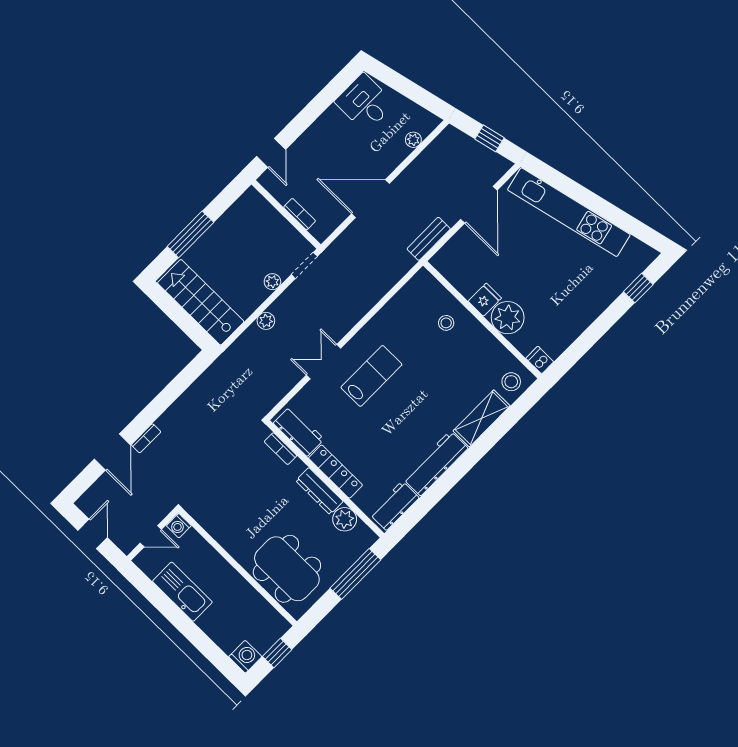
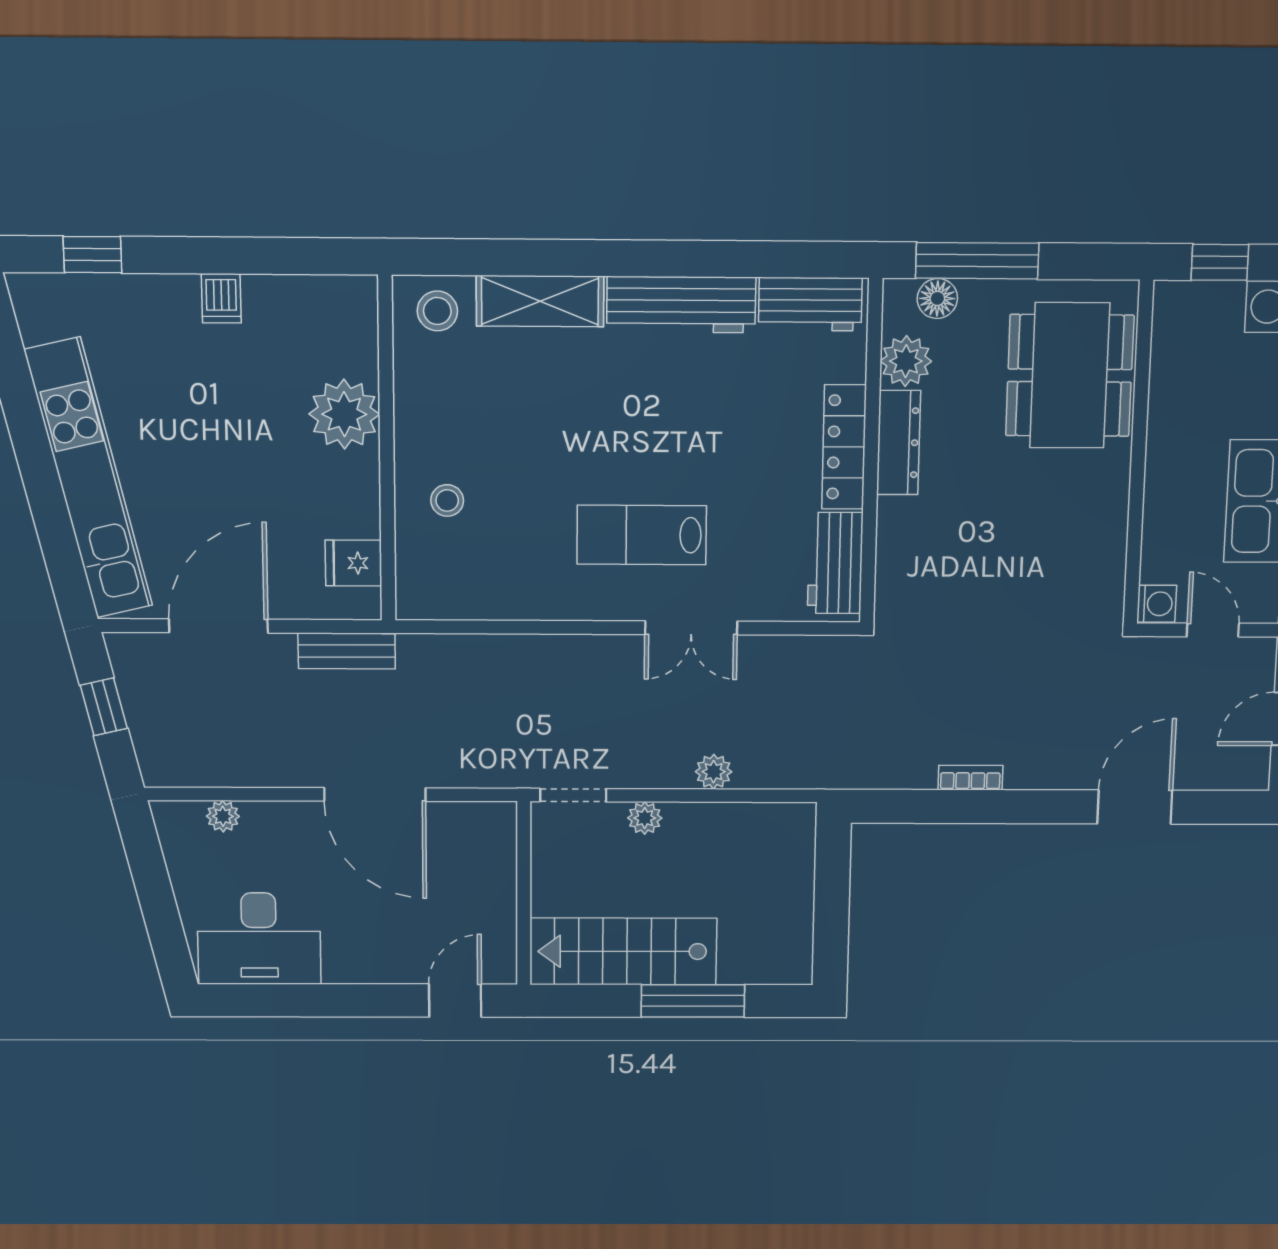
desk: (365, 103) -> (259, 939), width x1.37
bookcase: (300, 214) -> (504, 875), removed
fridge: (485, 300) -> (353, 563), moved
stairs: (201, 302) -> (623, 951), moved, turned 90
dishwasher: (540, 360) -> (221, 298), moved
bookcase: (146, 438) -> (970, 778), moved
bookcase: (281, 449) -> (889, 565), removed
floor lamp: (356, 549) -> (937, 298), added

